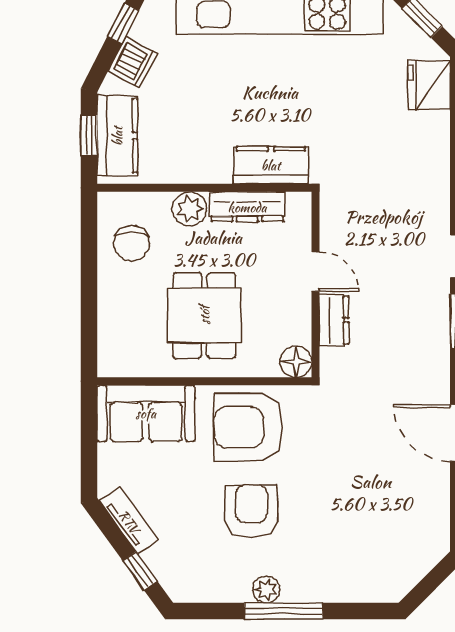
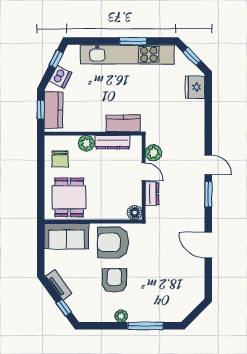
plant: (337, 230) -> (153, 153), added
dining table: (204, 315) -> (69, 197), moved
window: (283, 611) -> (145, 326), moved

